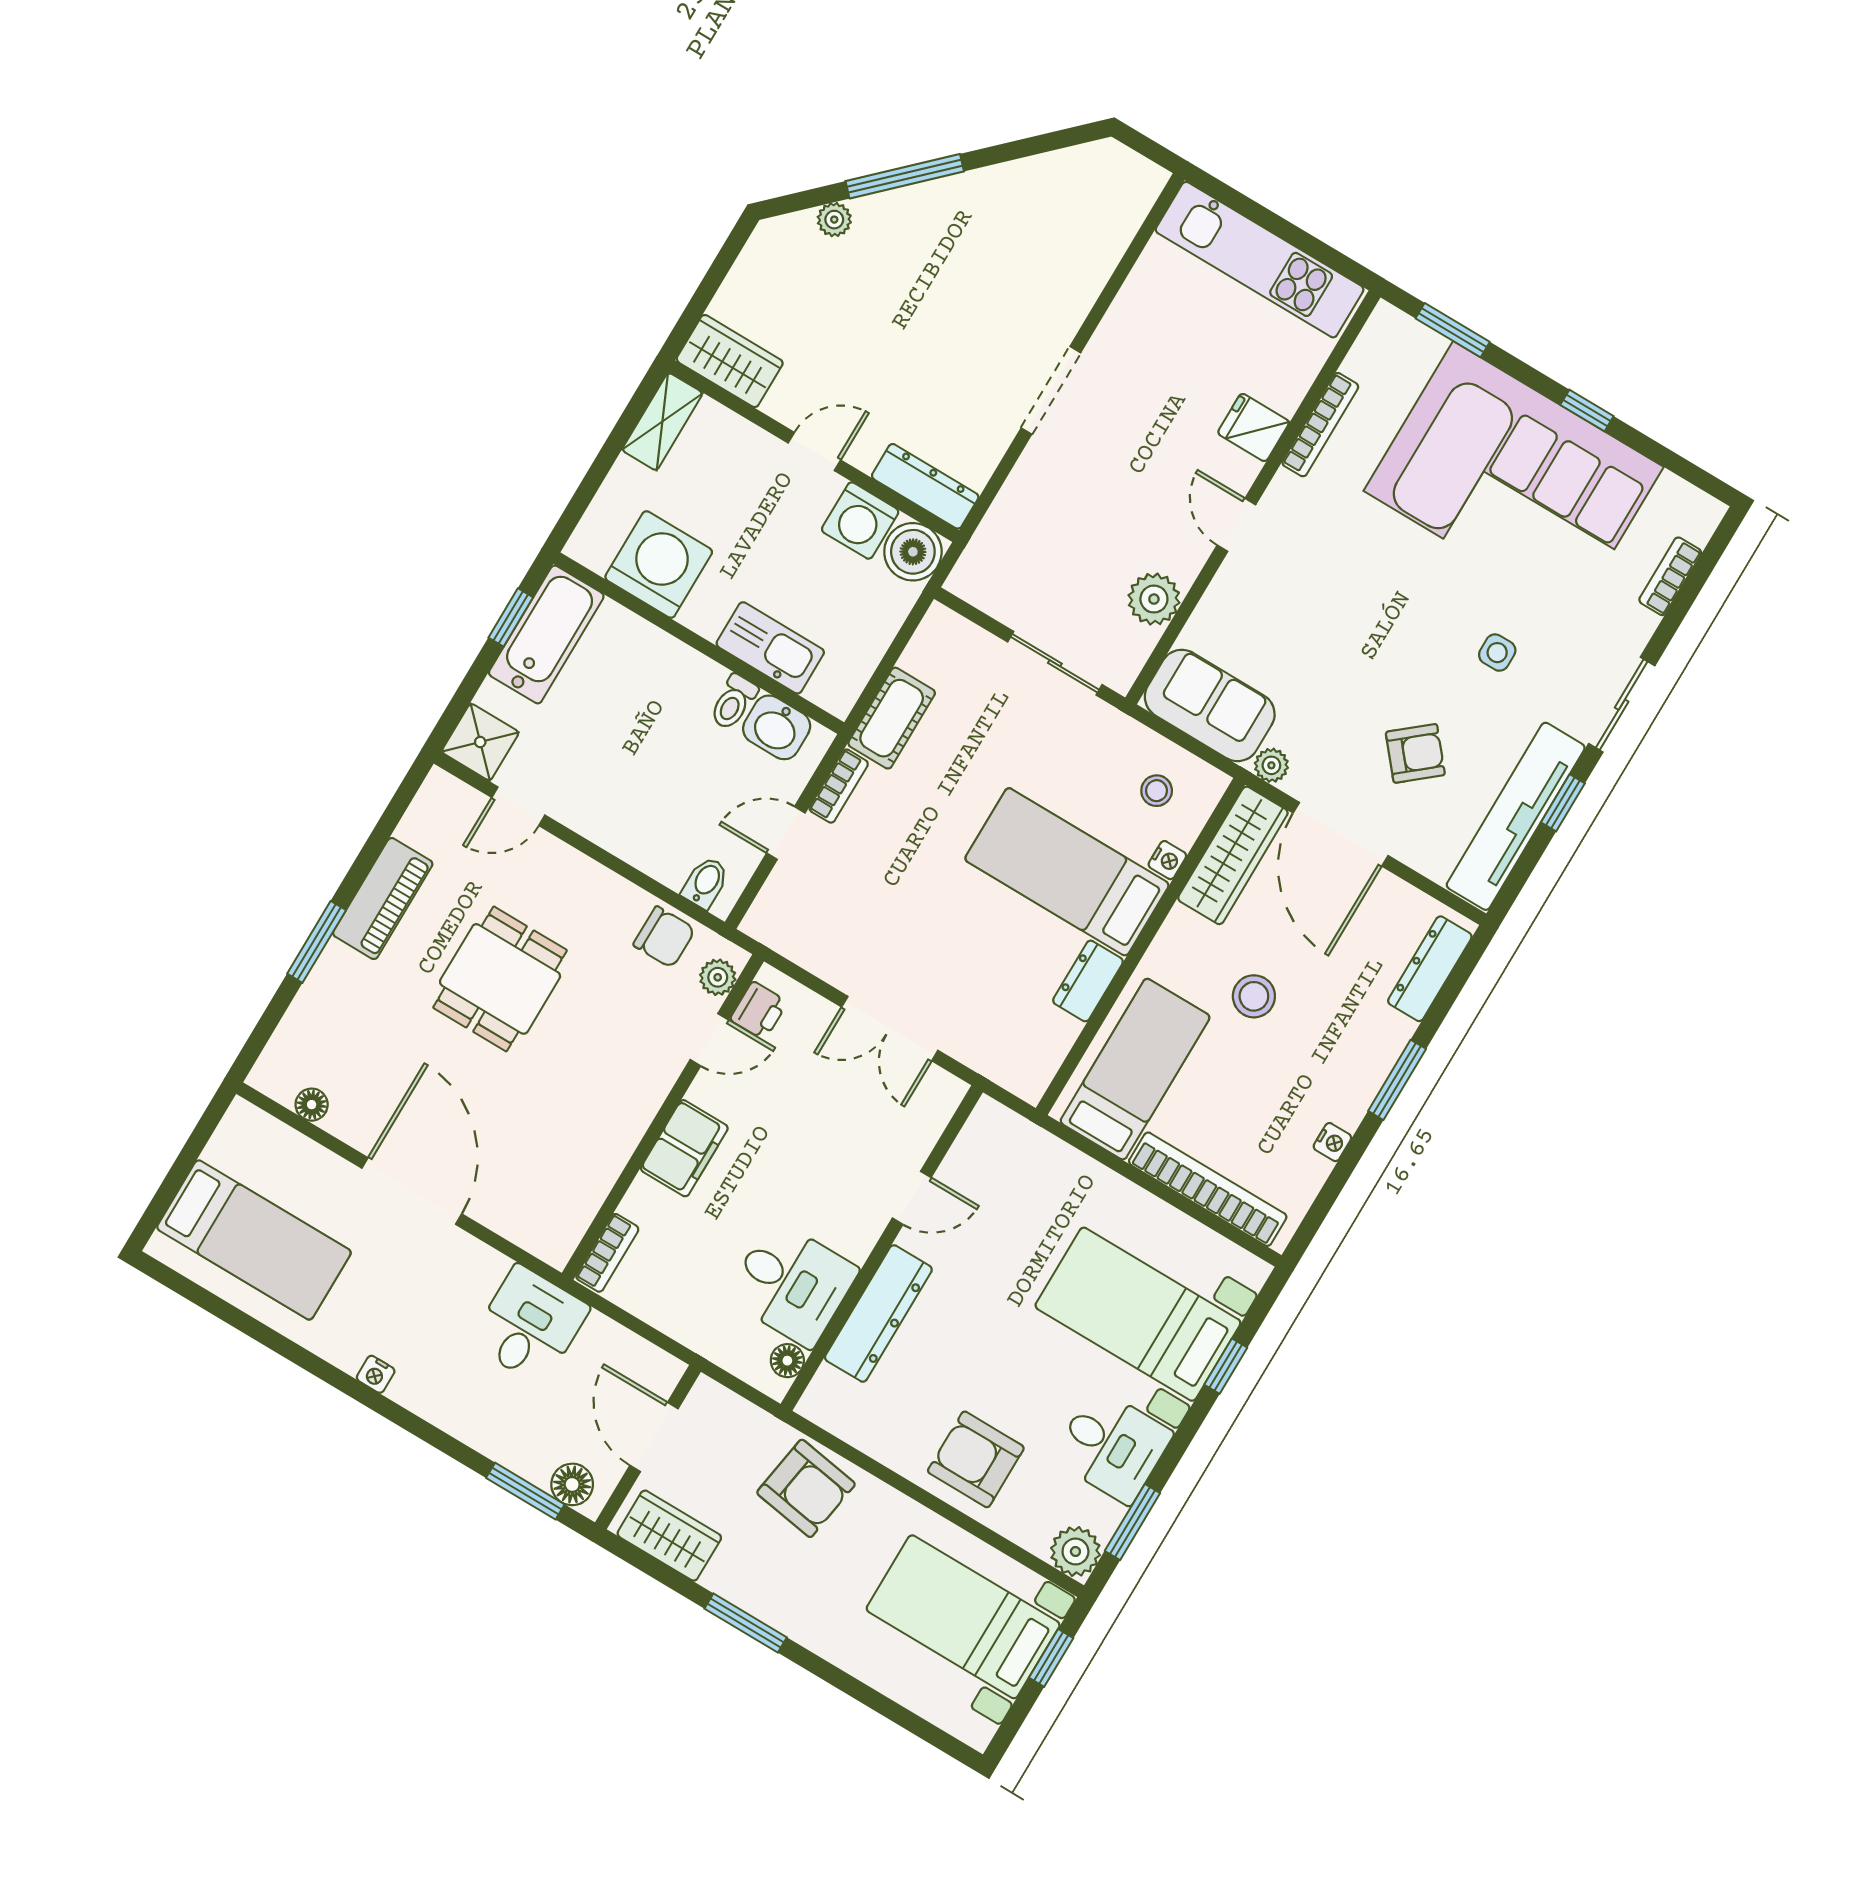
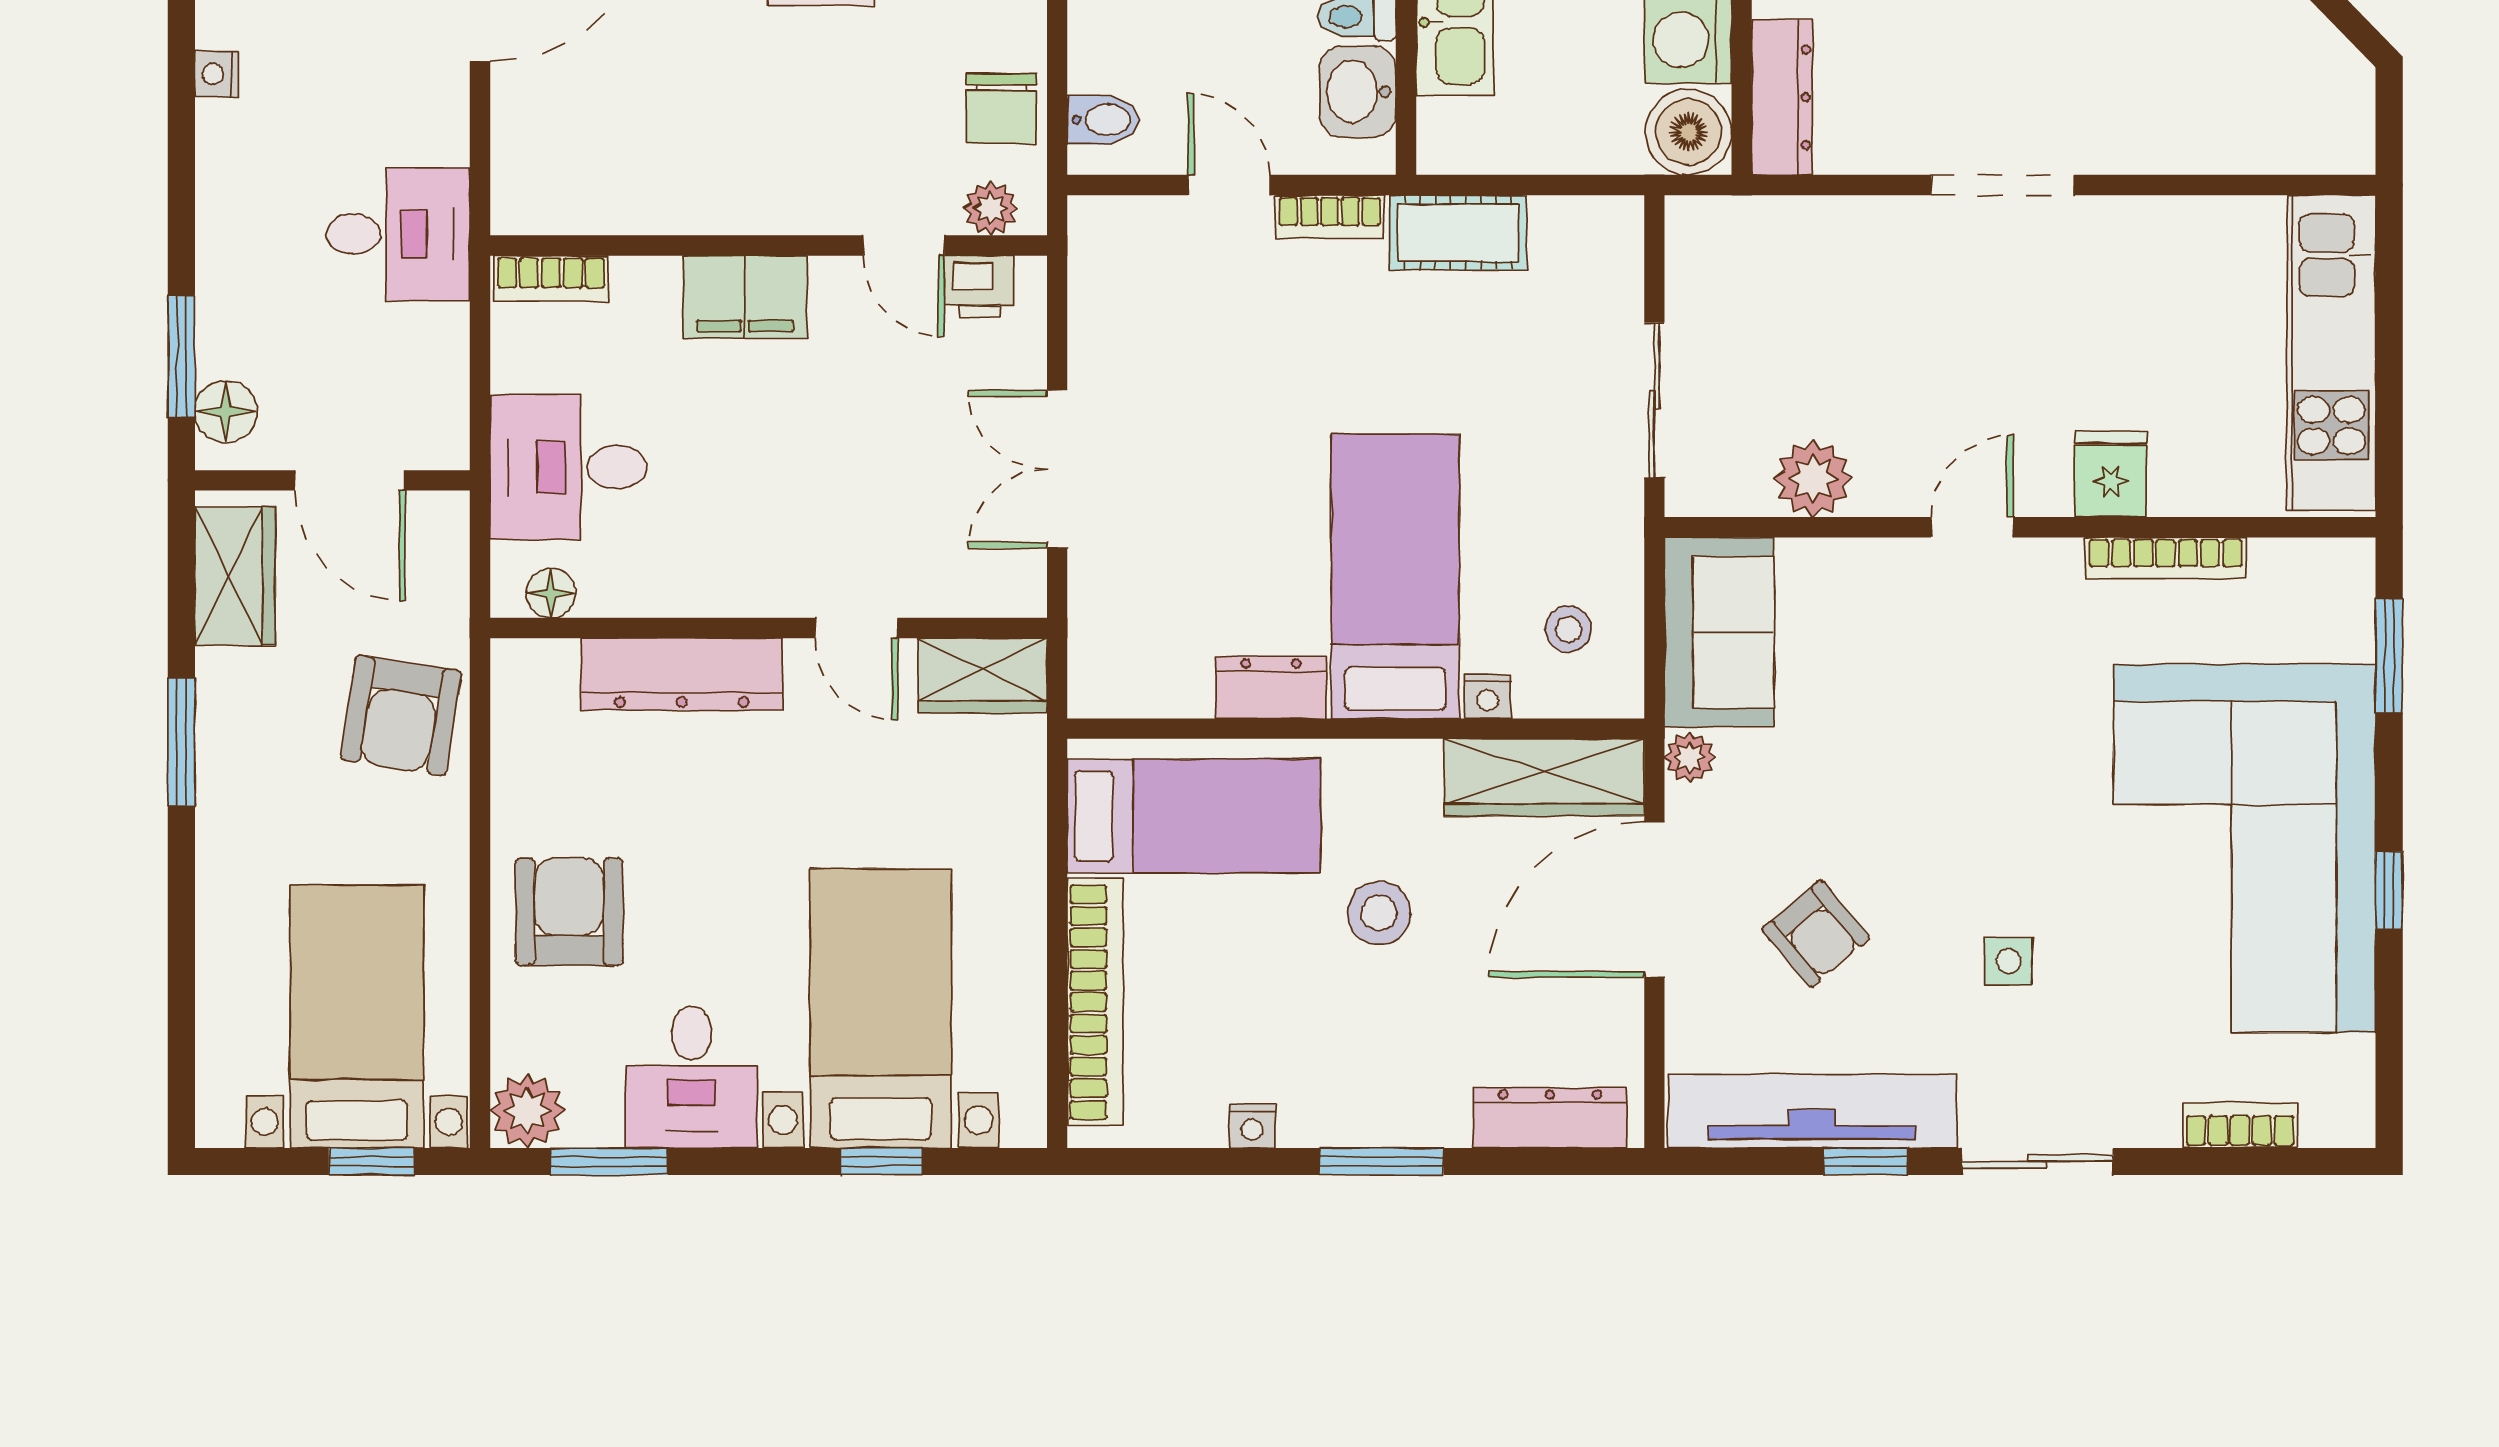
wardrobe: (982, 1142) -> (983, 675), added
desk: (792, 1284) -> (568, 467), moved, turned 90
door: (654, 1437) -> (350, 480), swing flipped

